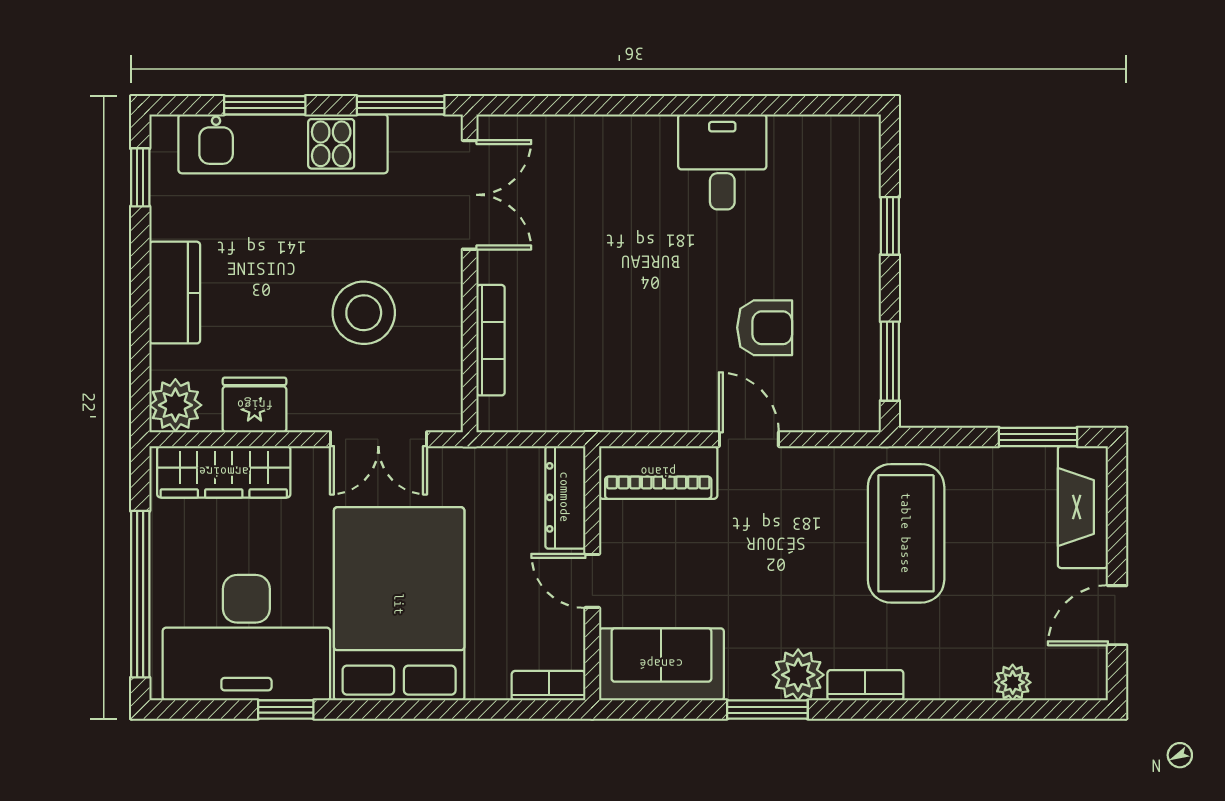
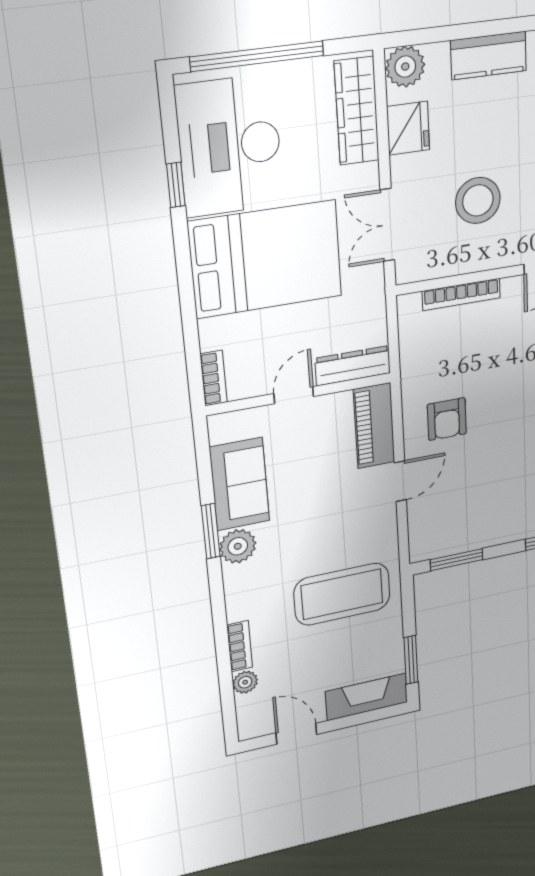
armchair: (765, 328) -> (447, 419), moved
sofa: (661, 664) -> (240, 484), moved
bookcase: (865, 685) -> (240, 646), moved

